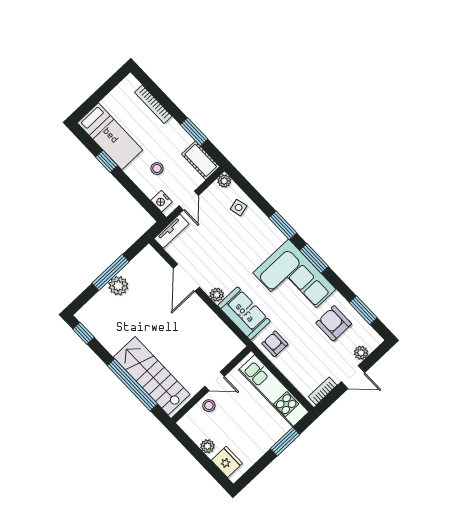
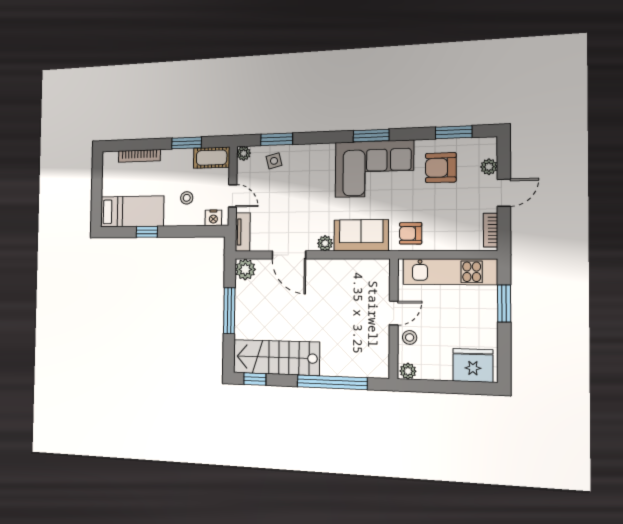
window: (283, 225) -> (277, 139), moved
plant: (118, 286) -> (245, 269), moved
stairs: (152, 376) -> (276, 357), moved
plant: (207, 446) -> (408, 371), moved
fridge: (227, 462) -> (473, 365), width x1.36, depth x1.34

